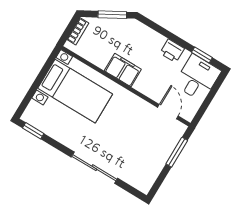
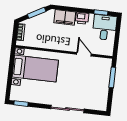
filing cabinet: (123, 70) -> (65, 17), moved, turned 180
door: (168, 112) -> (84, 54), moved

